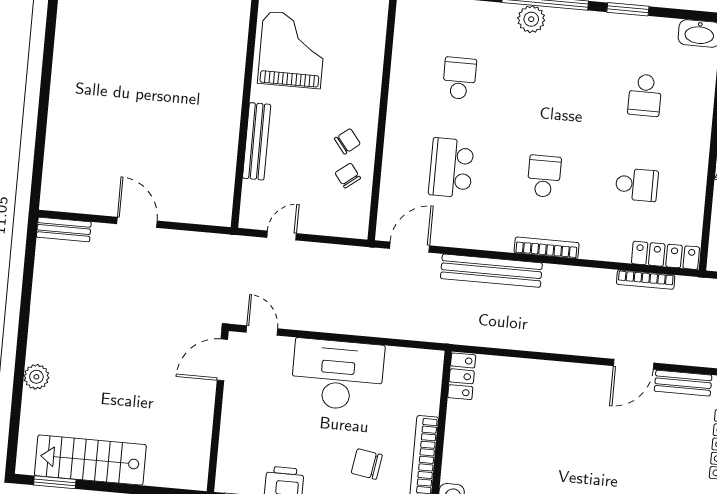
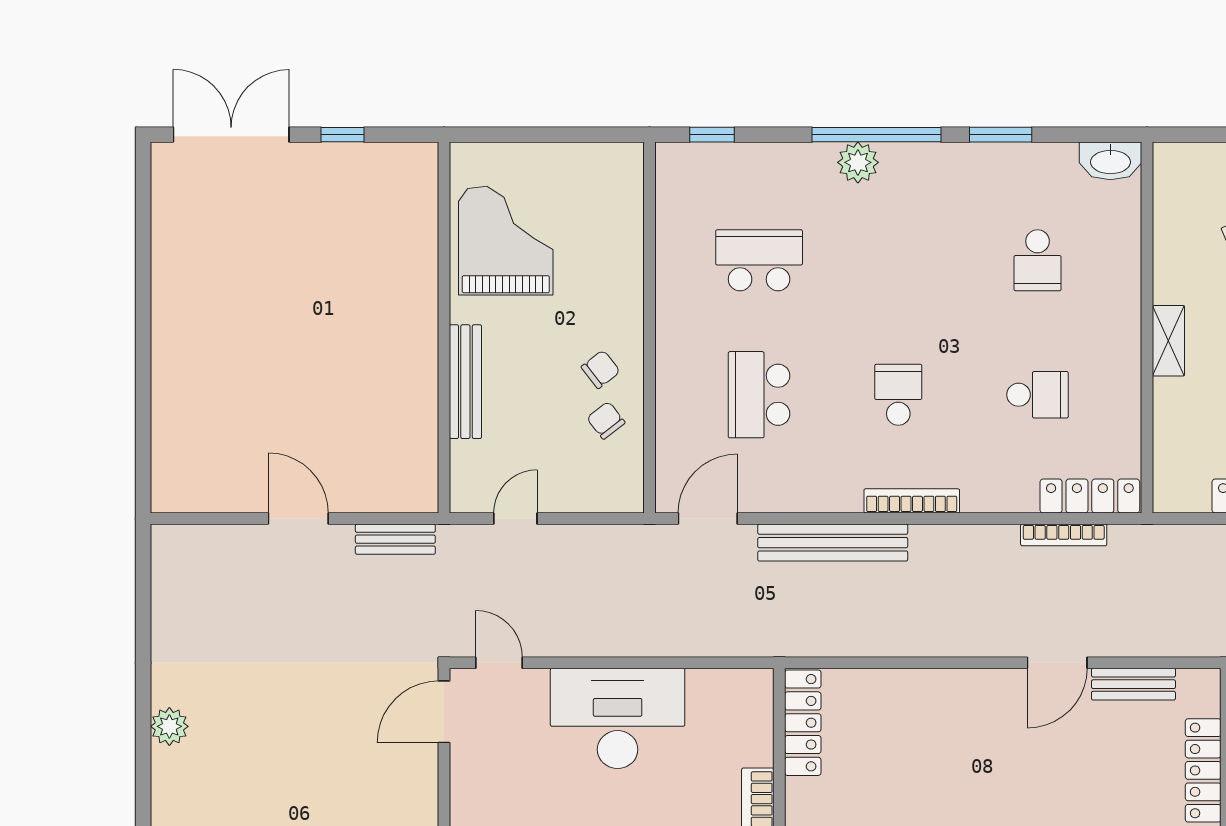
school desk: (459, 78) -> (759, 260), width x1.85
bench: (64, 230) -> (395, 539), moved
locker: (462, 376) -> (803, 723), width x1.53
plant: (36, 377) -> (169, 726), moved

